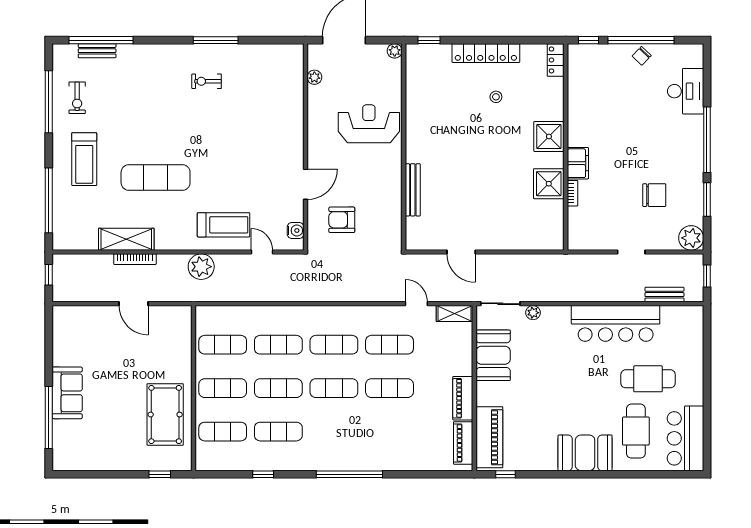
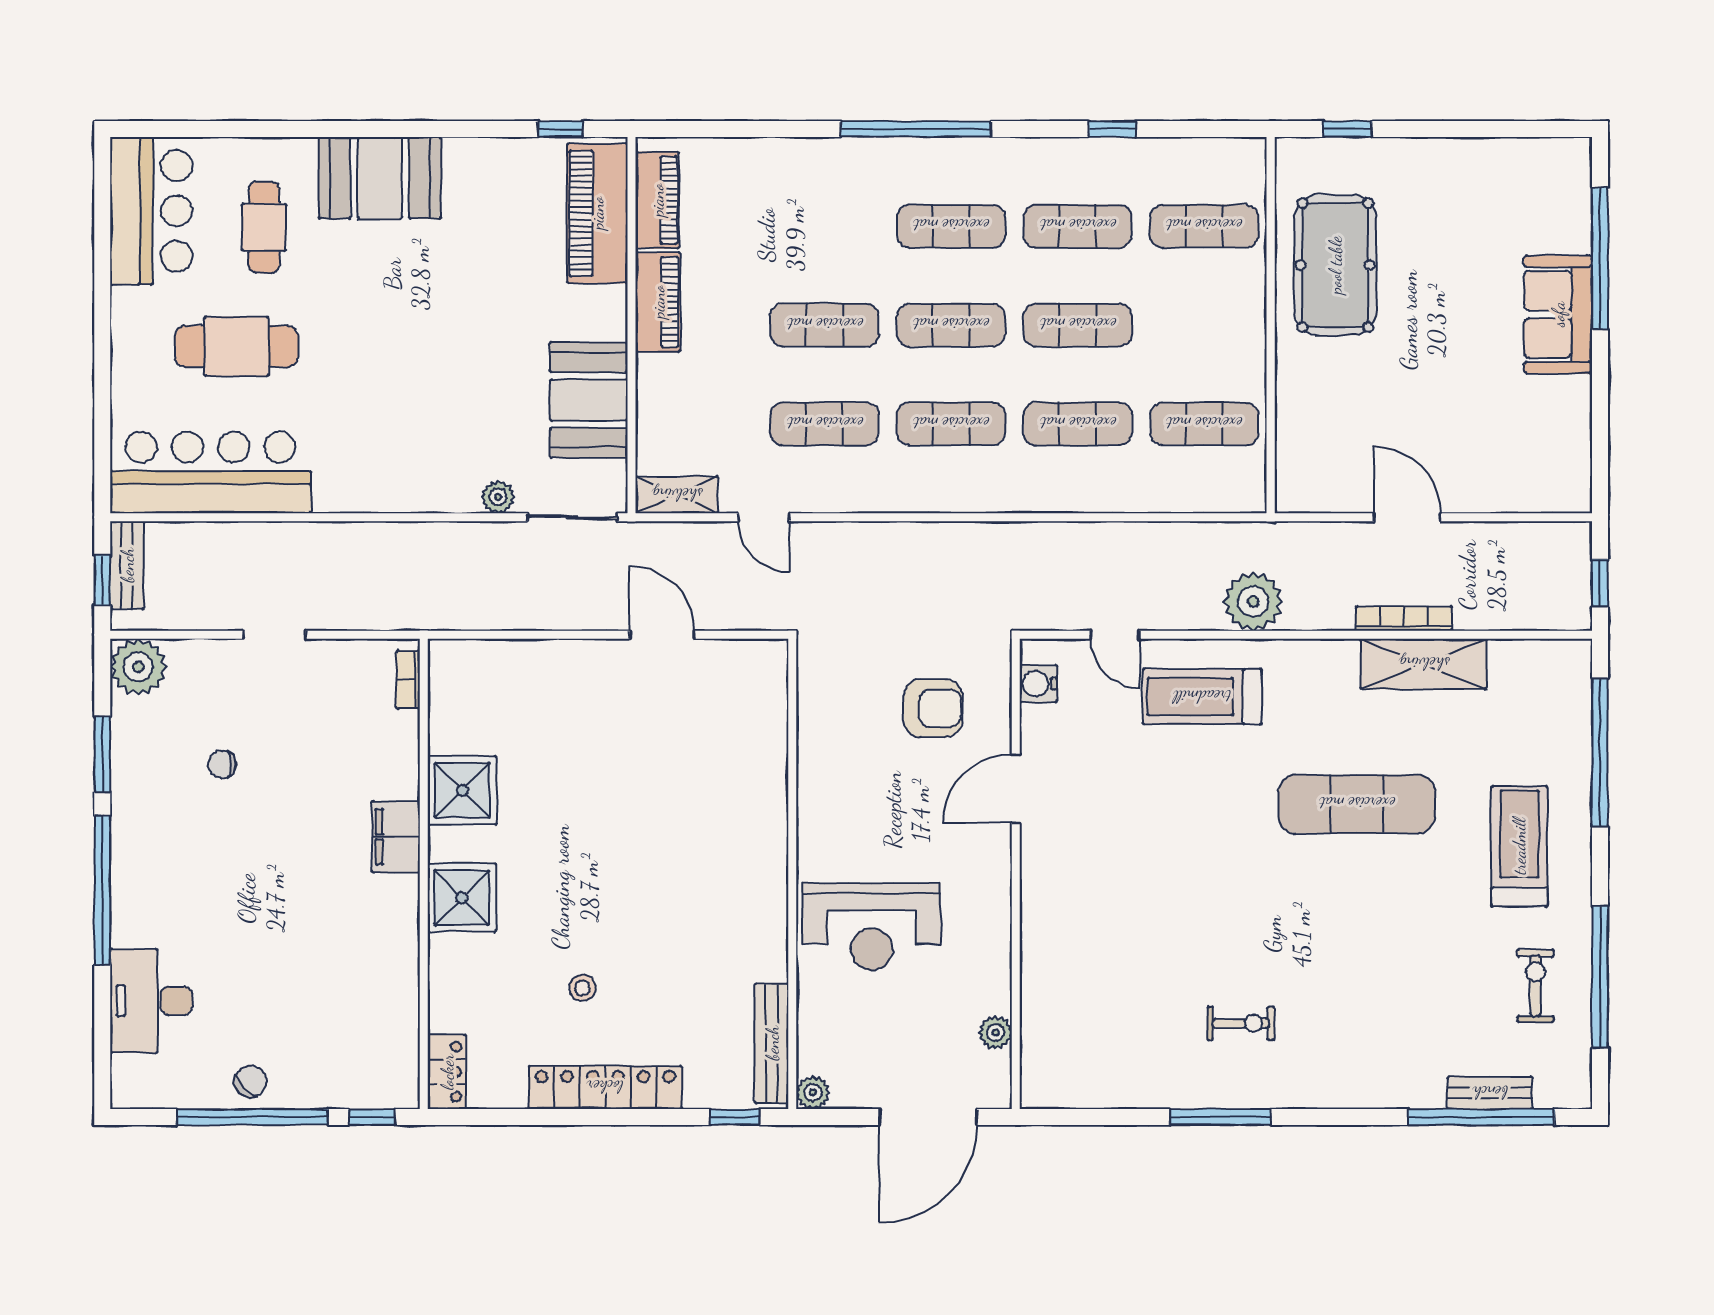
bench: (413, 190) -> (772, 1043), moved
bookcase: (573, 193) -> (408, 680), moved
chair: (654, 195) -> (222, 764), width x0.54, depth x0.54
bench: (664, 295) -> (127, 565), moved, turned 90
bar counter: (616, 323) -> (211, 472), moved
exercise mat: (223, 388) -> (951, 226), moved
cafe table: (636, 431) -> (264, 227), width x0.73, depth x0.74

